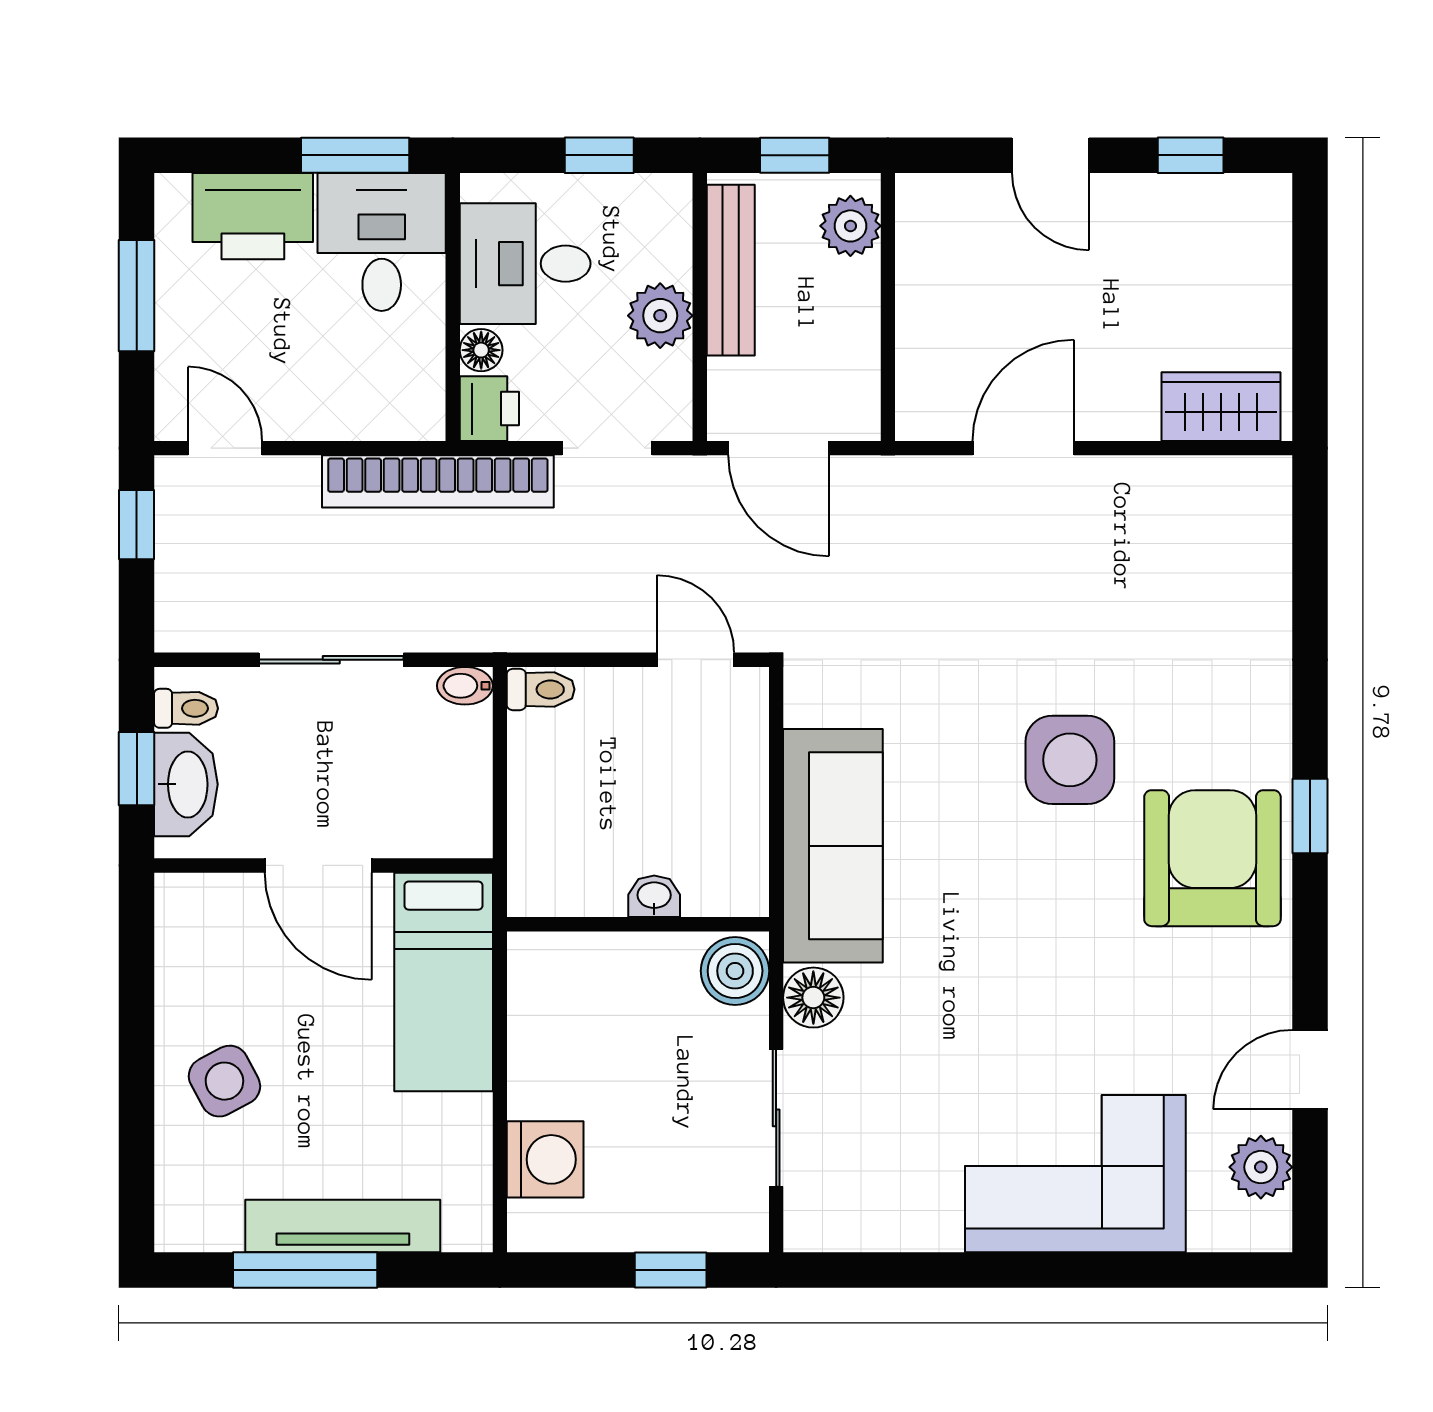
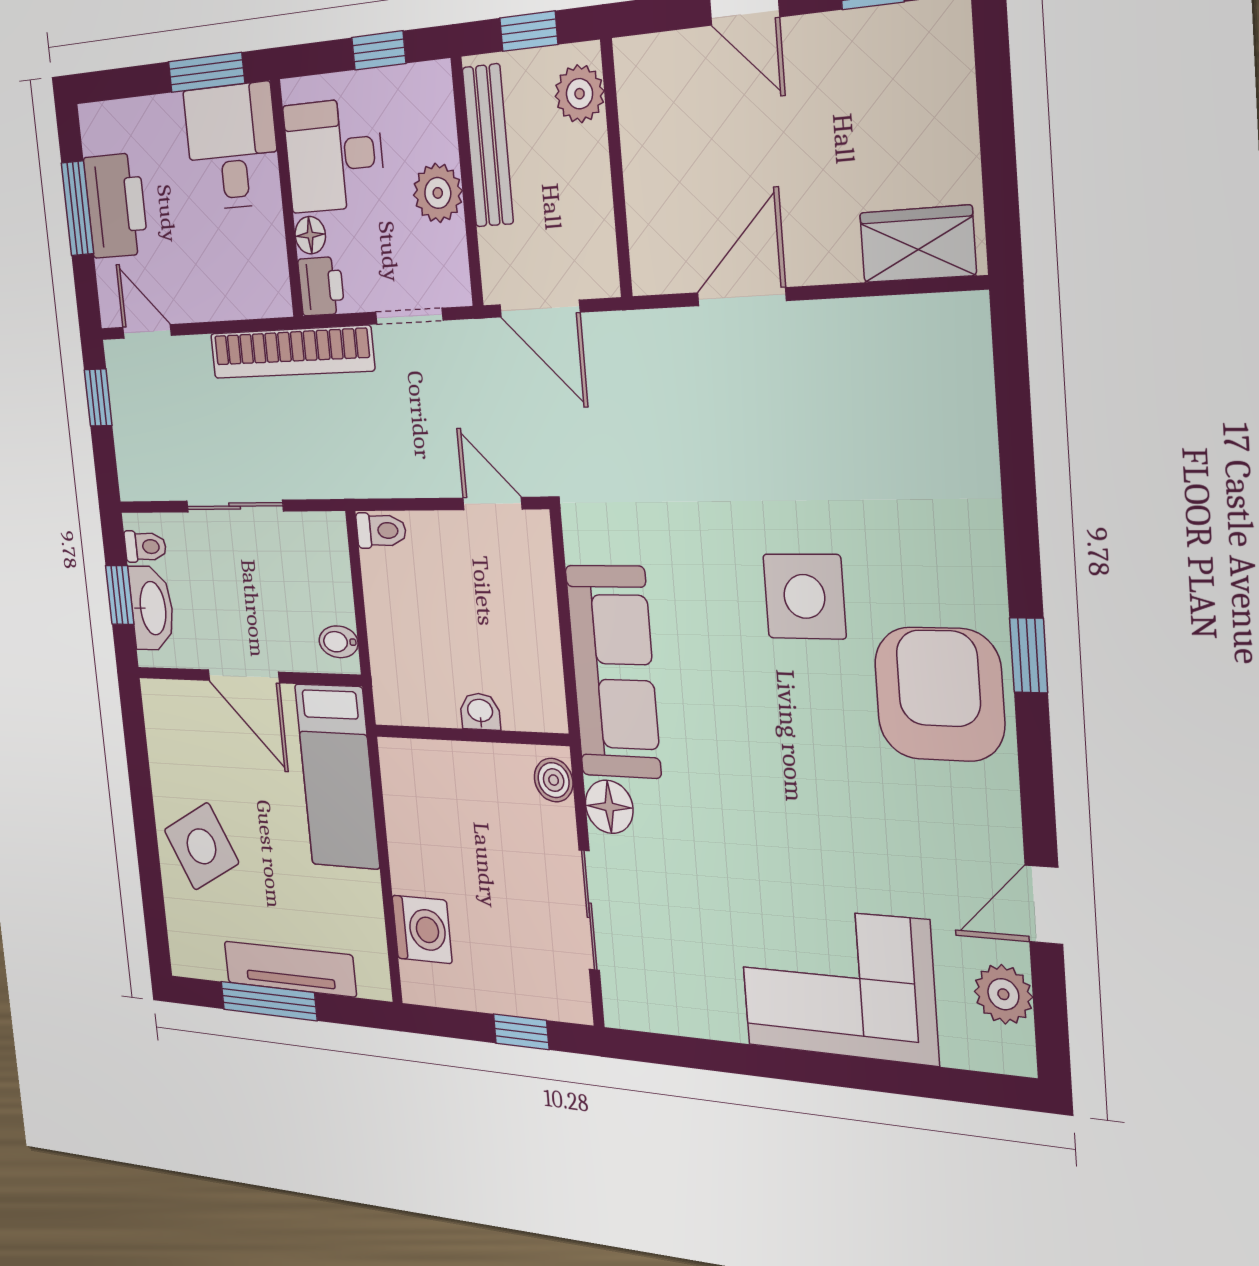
printer: (253, 216) -> (116, 206), moved, turned -90
bidet: (465, 686) -> (339, 642), moved
boiler: (735, 971) -> (554, 780), width x0.73, depth x0.73
side table: (224, 1081) -> (201, 846), width x1.37, depth x1.37

